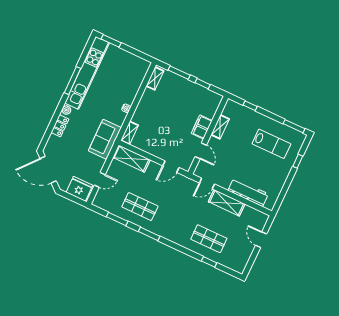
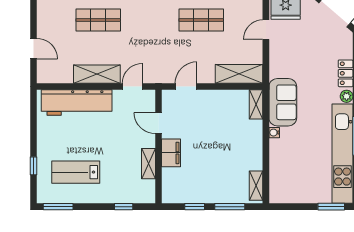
sofa: (105, 139) -> (283, 102), moved
workbench: (248, 192) -> (77, 103), width x1.36, depth x1.32

